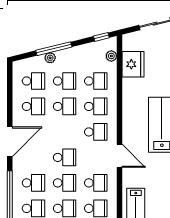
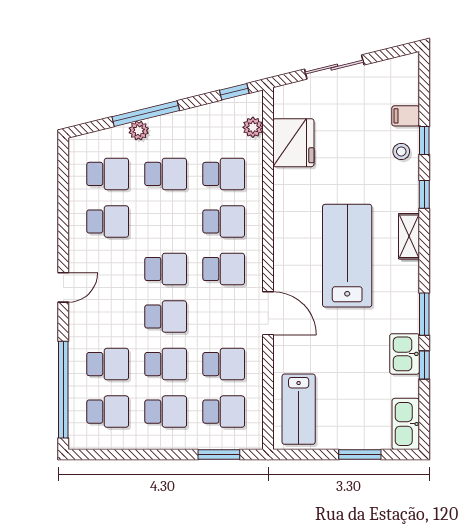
school desk: (65, 106) -> (166, 269), moved
door: (10, 142) -> (63, 287), width x0.53

